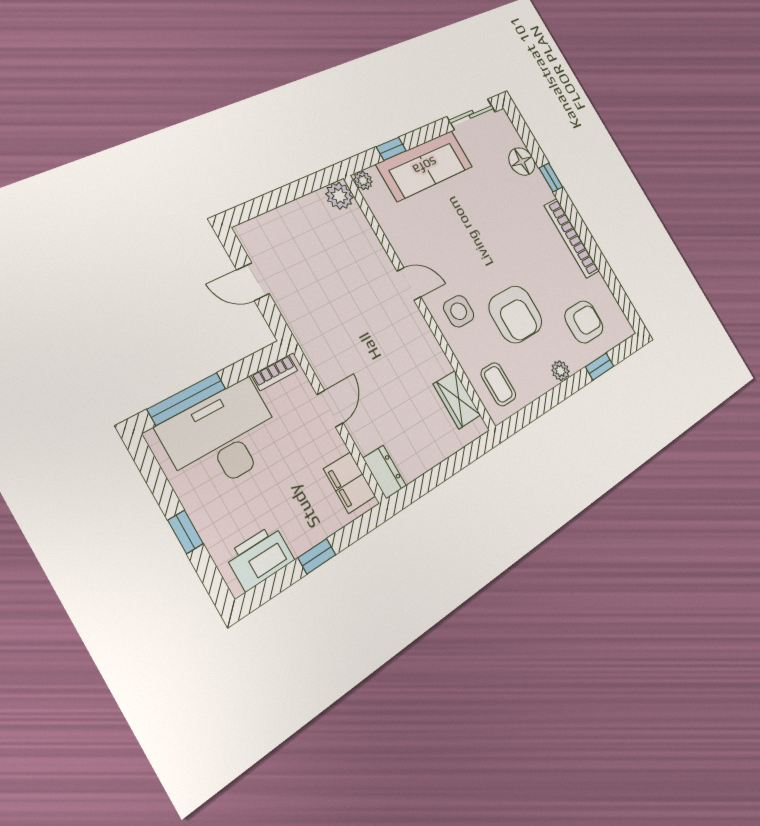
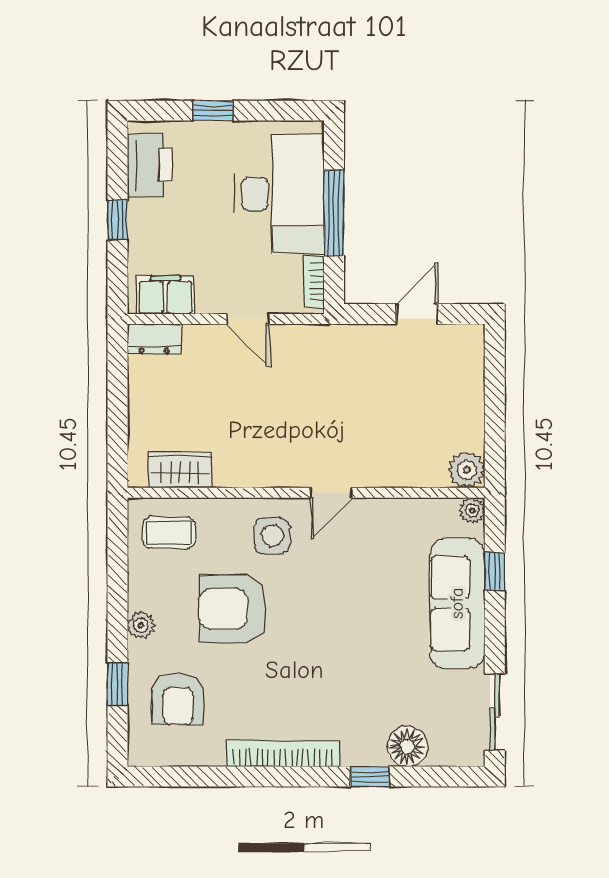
window: (187, 399) -> (334, 213), moved

